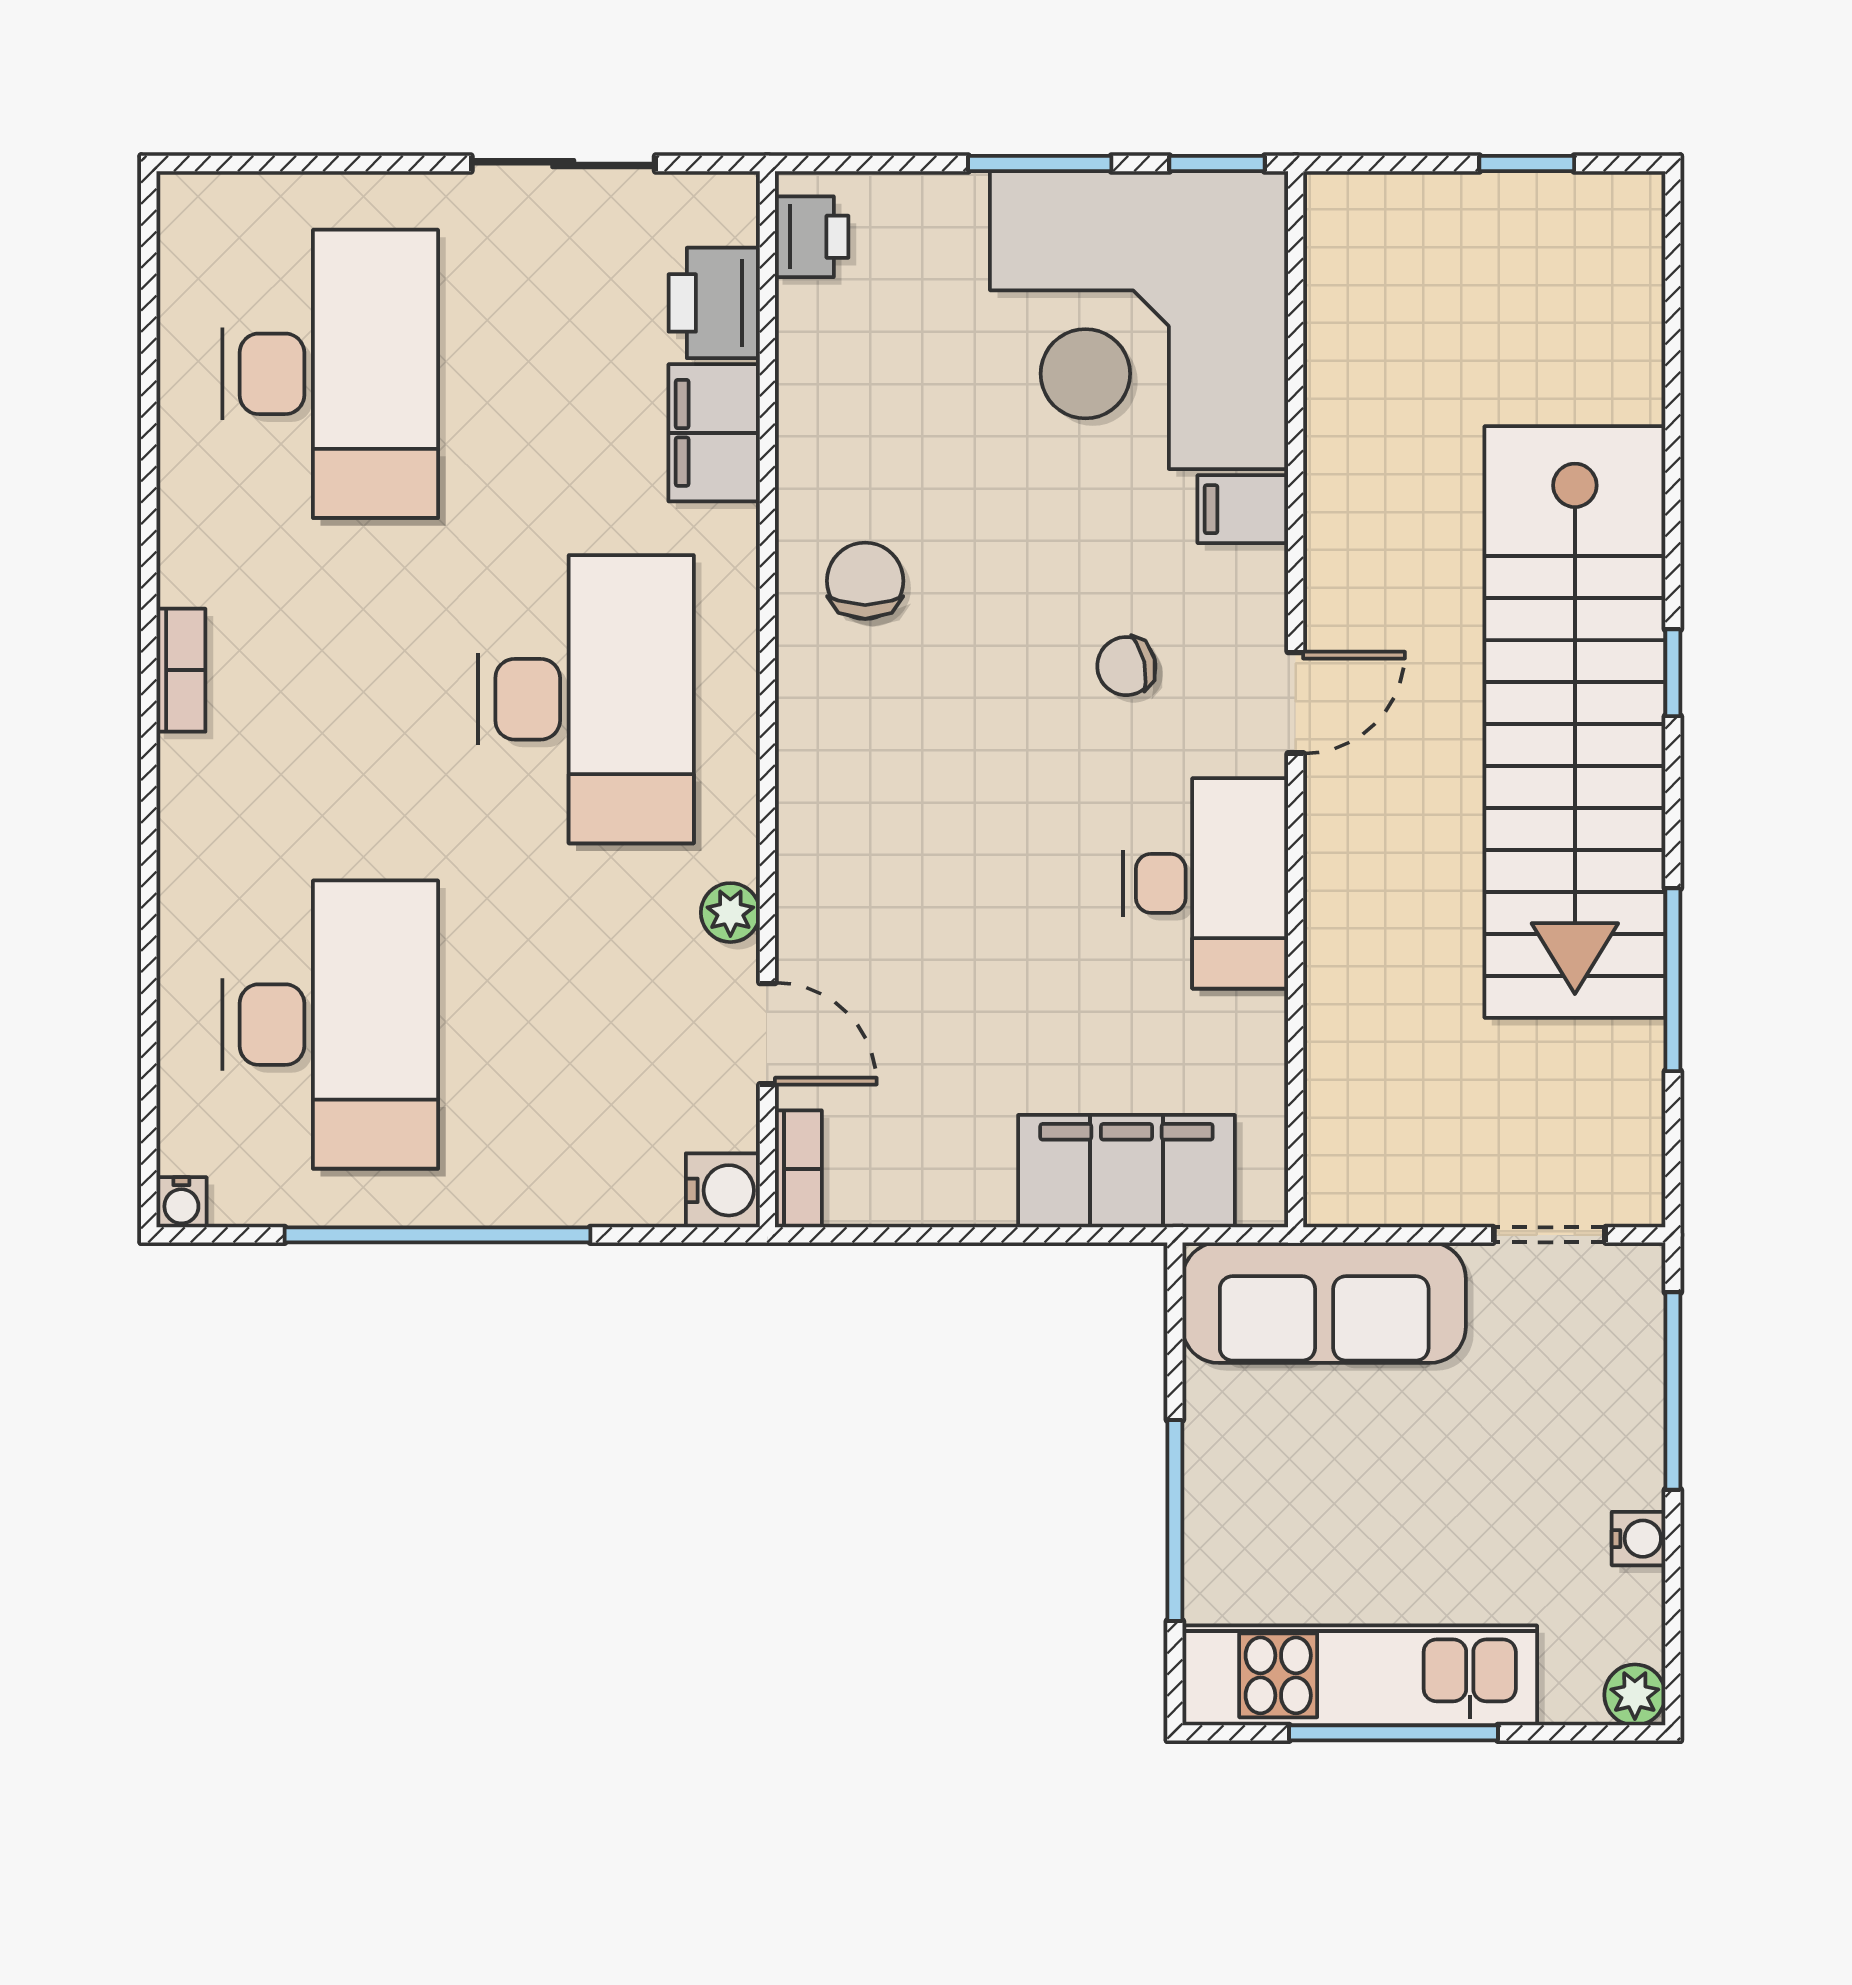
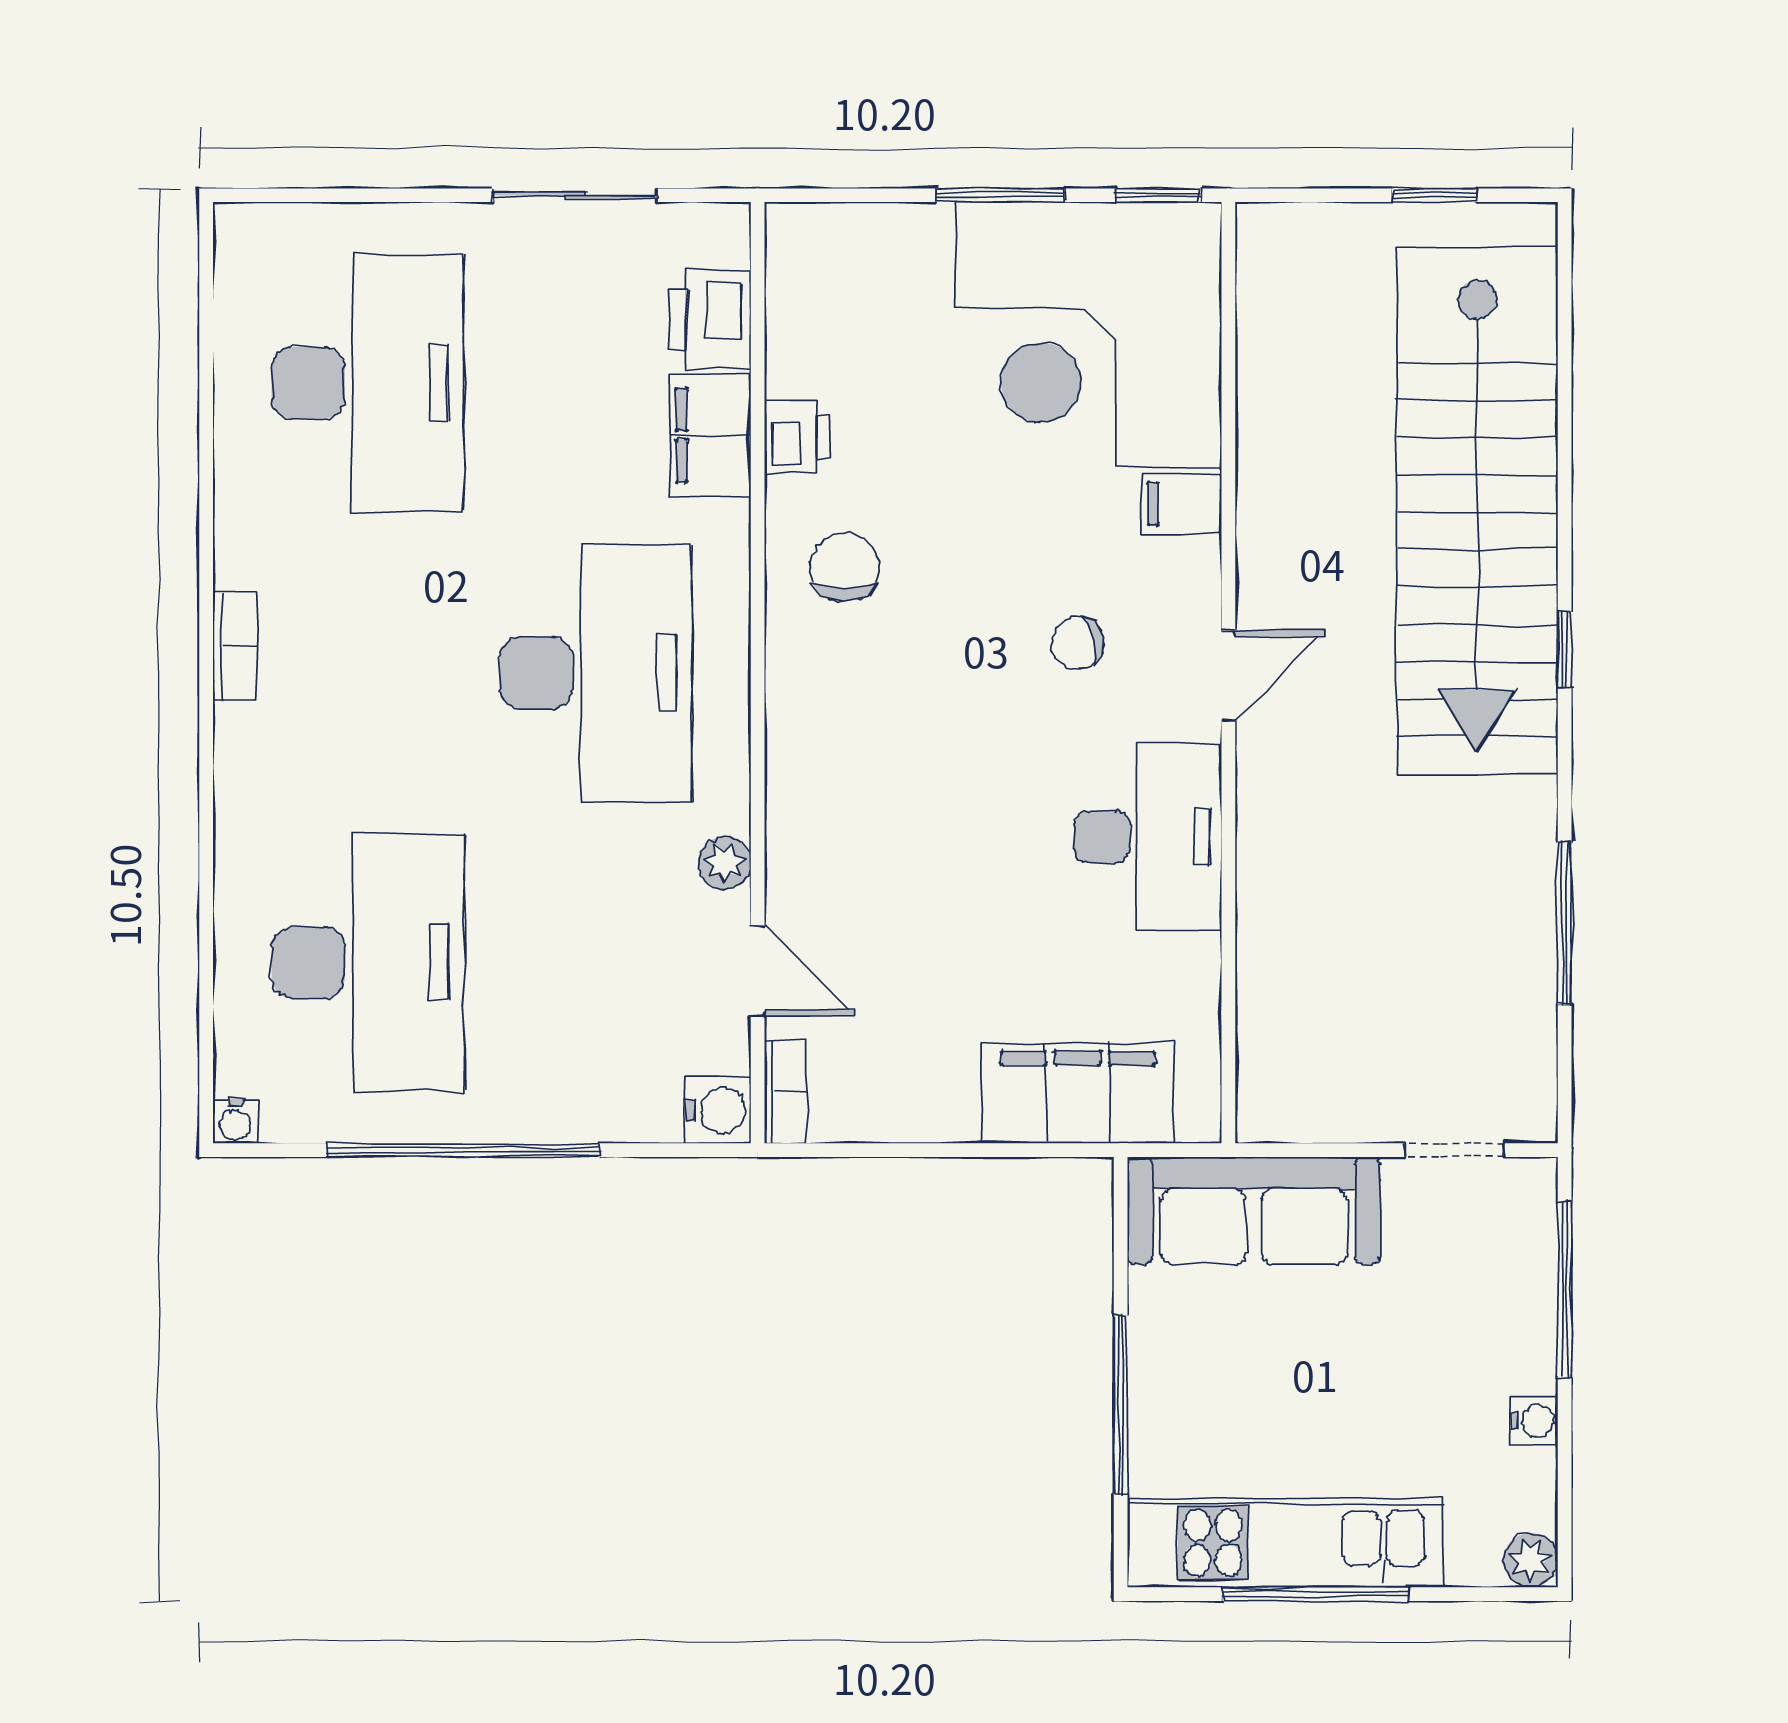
printer: (812, 237) -> (797, 437), moved
stairs: (1575, 722) -> (1477, 510), moved

